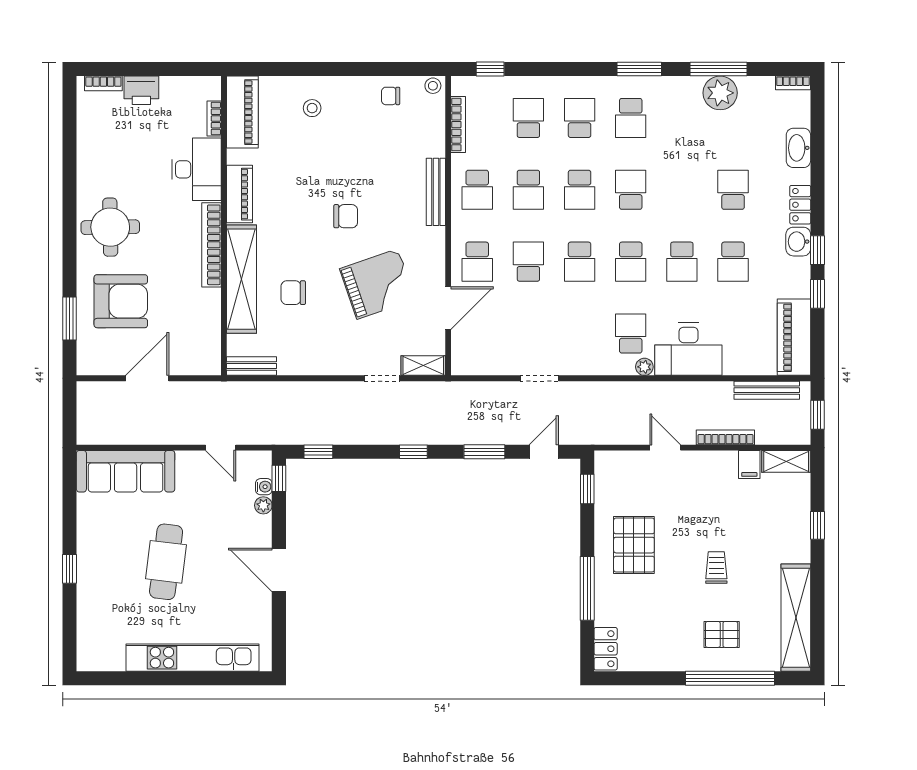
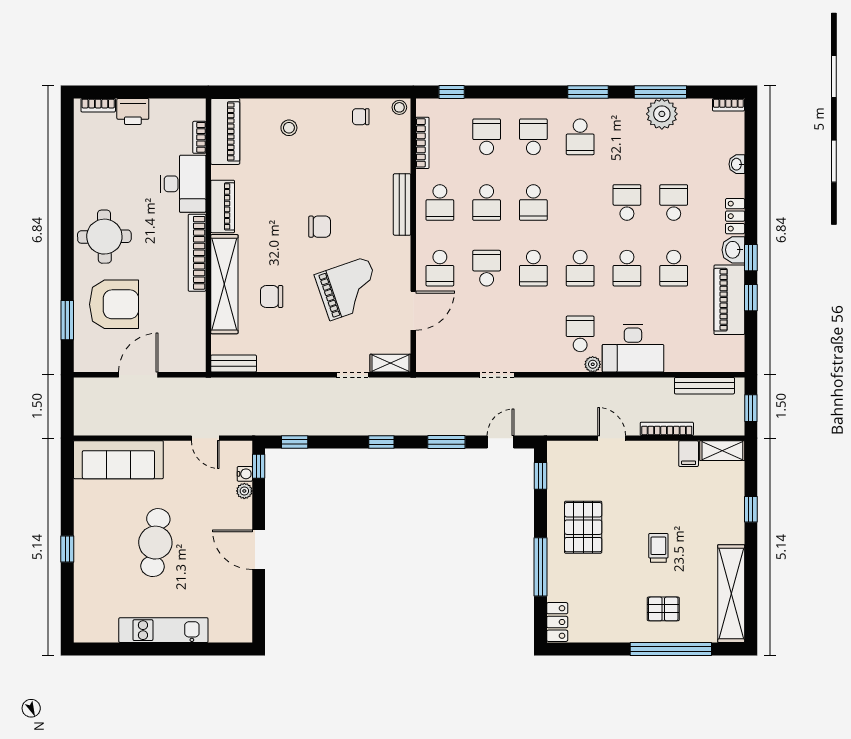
washbasin: (798, 148) -> (737, 164), width x0.52, depth x0.69
school desk: (631, 190) -> (627, 202), moved
piano: (794, 337) -> (729, 300), moved
kitchen unit: (192, 658) -> (163, 630), width x0.73

